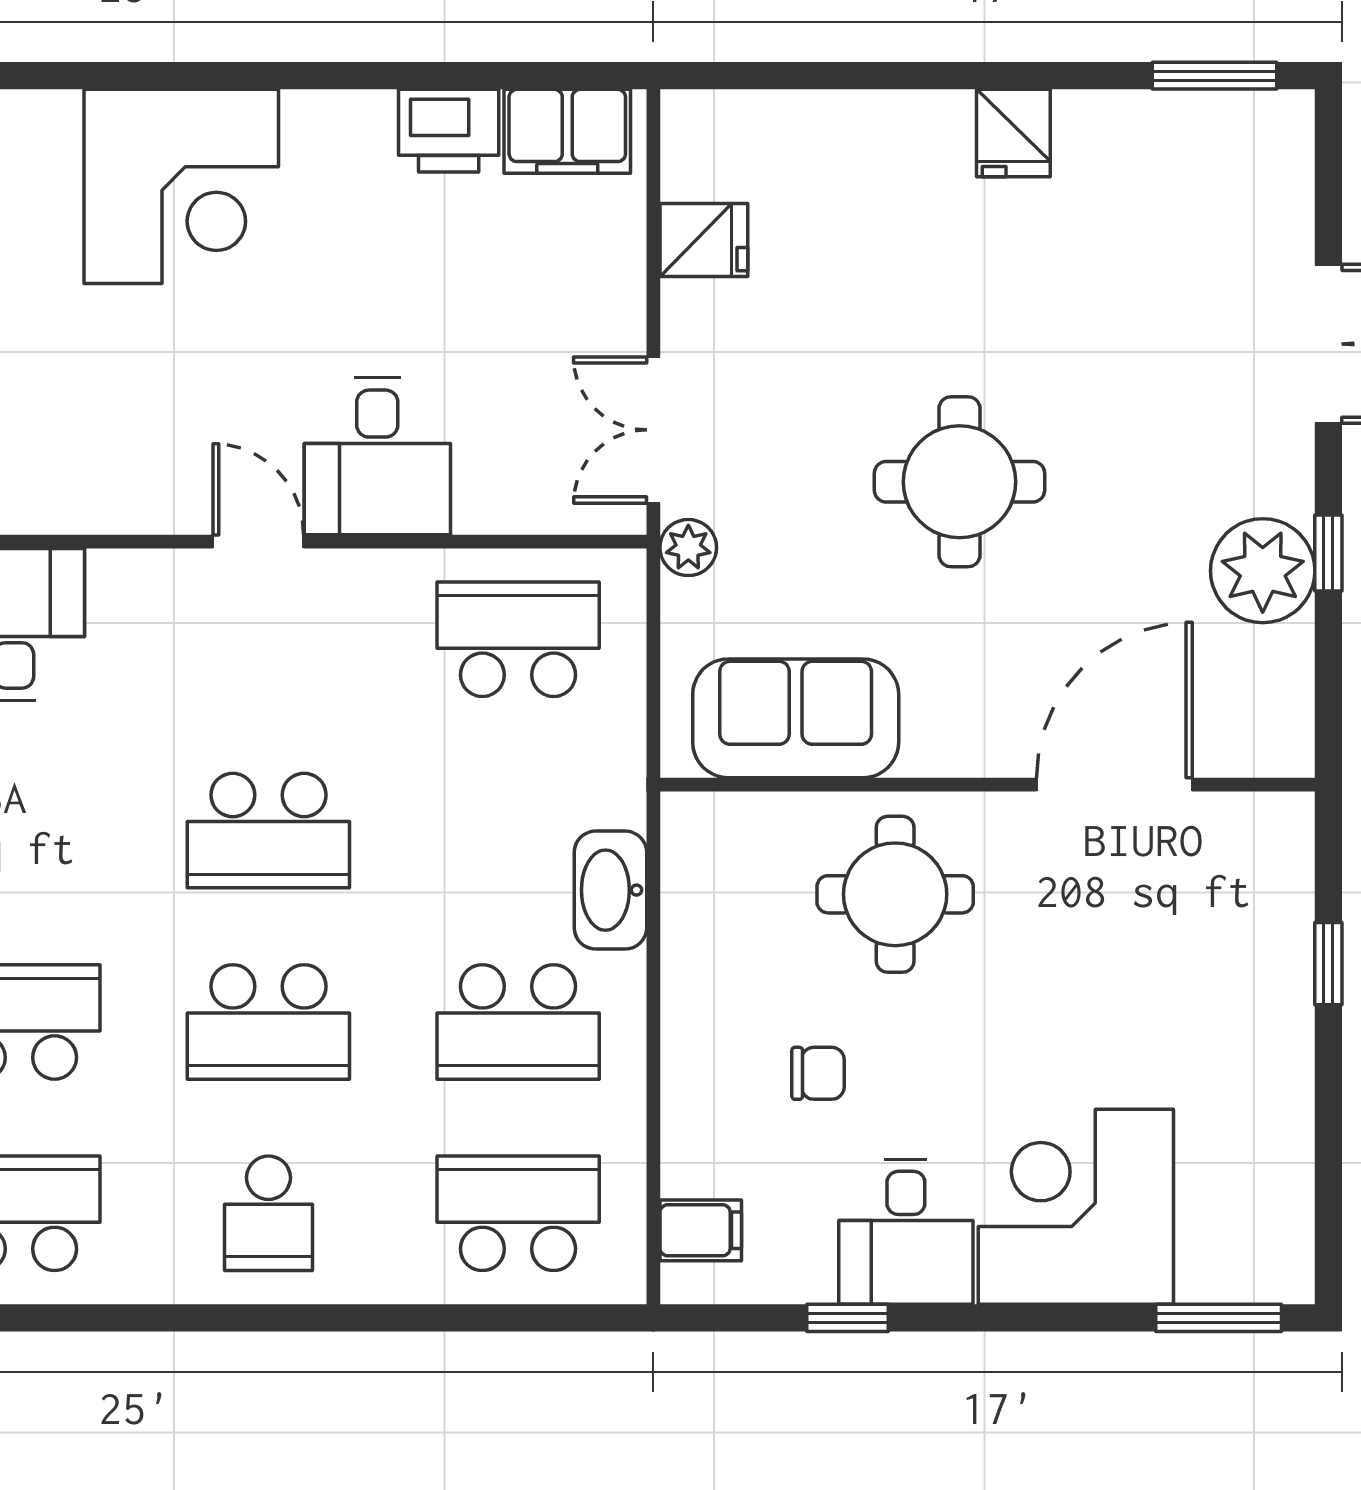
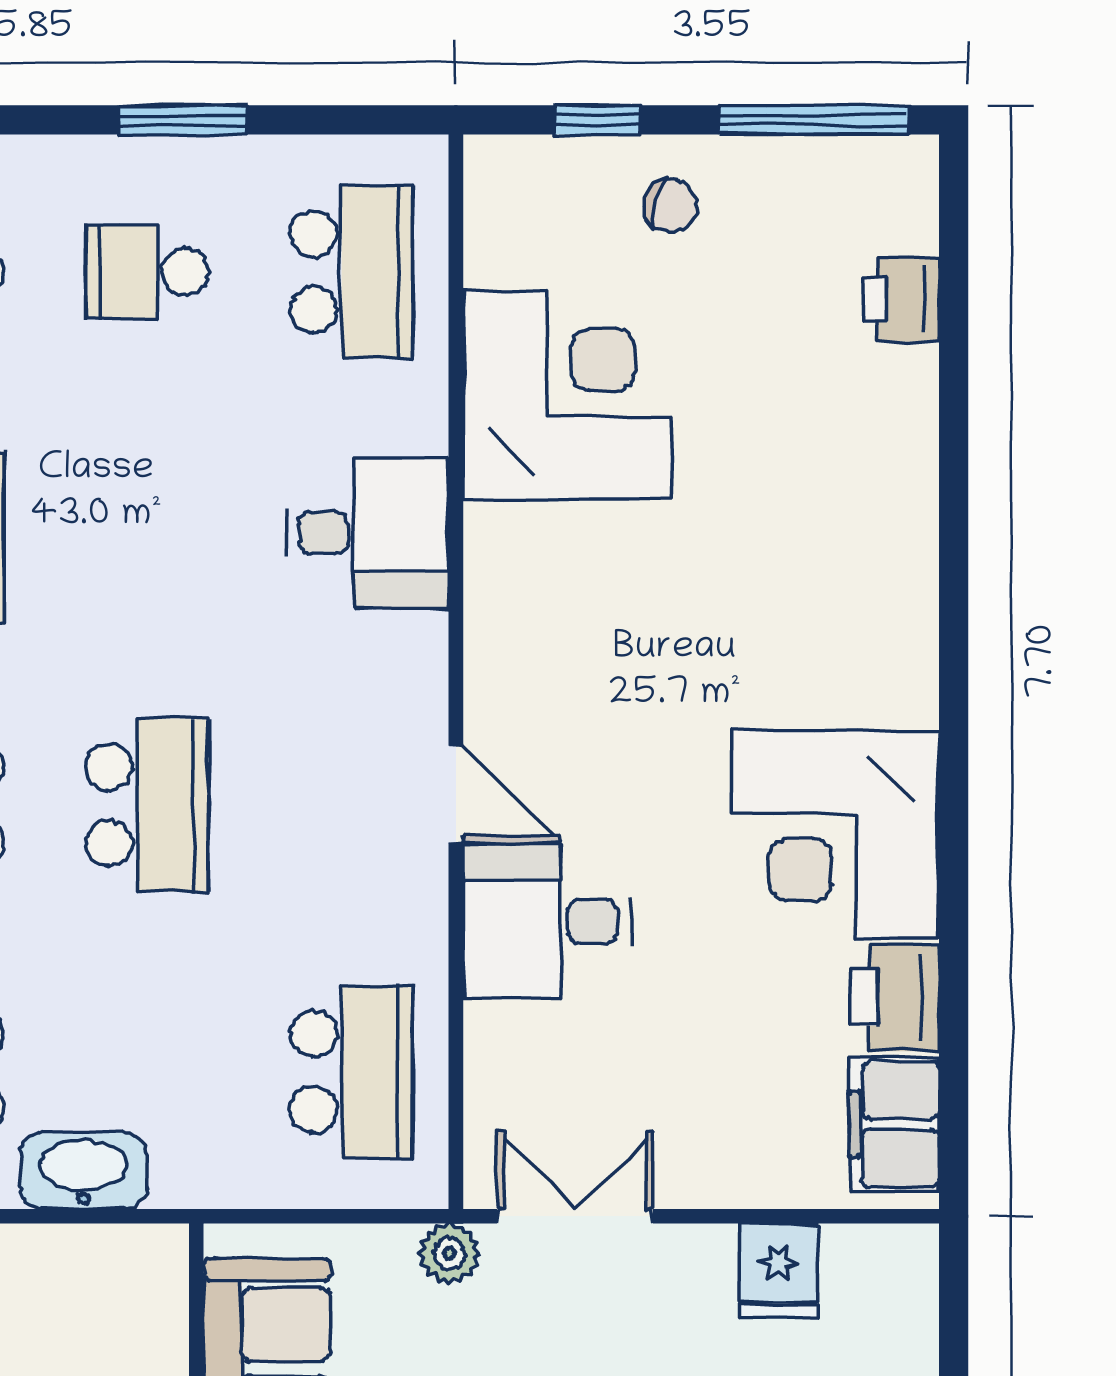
corner desk: (181, 186) -> (835, 834), moved
door: (258, 542) -> (456, 794), hinge flipped
school desk: (268, 831) -> (147, 805), turned 180

